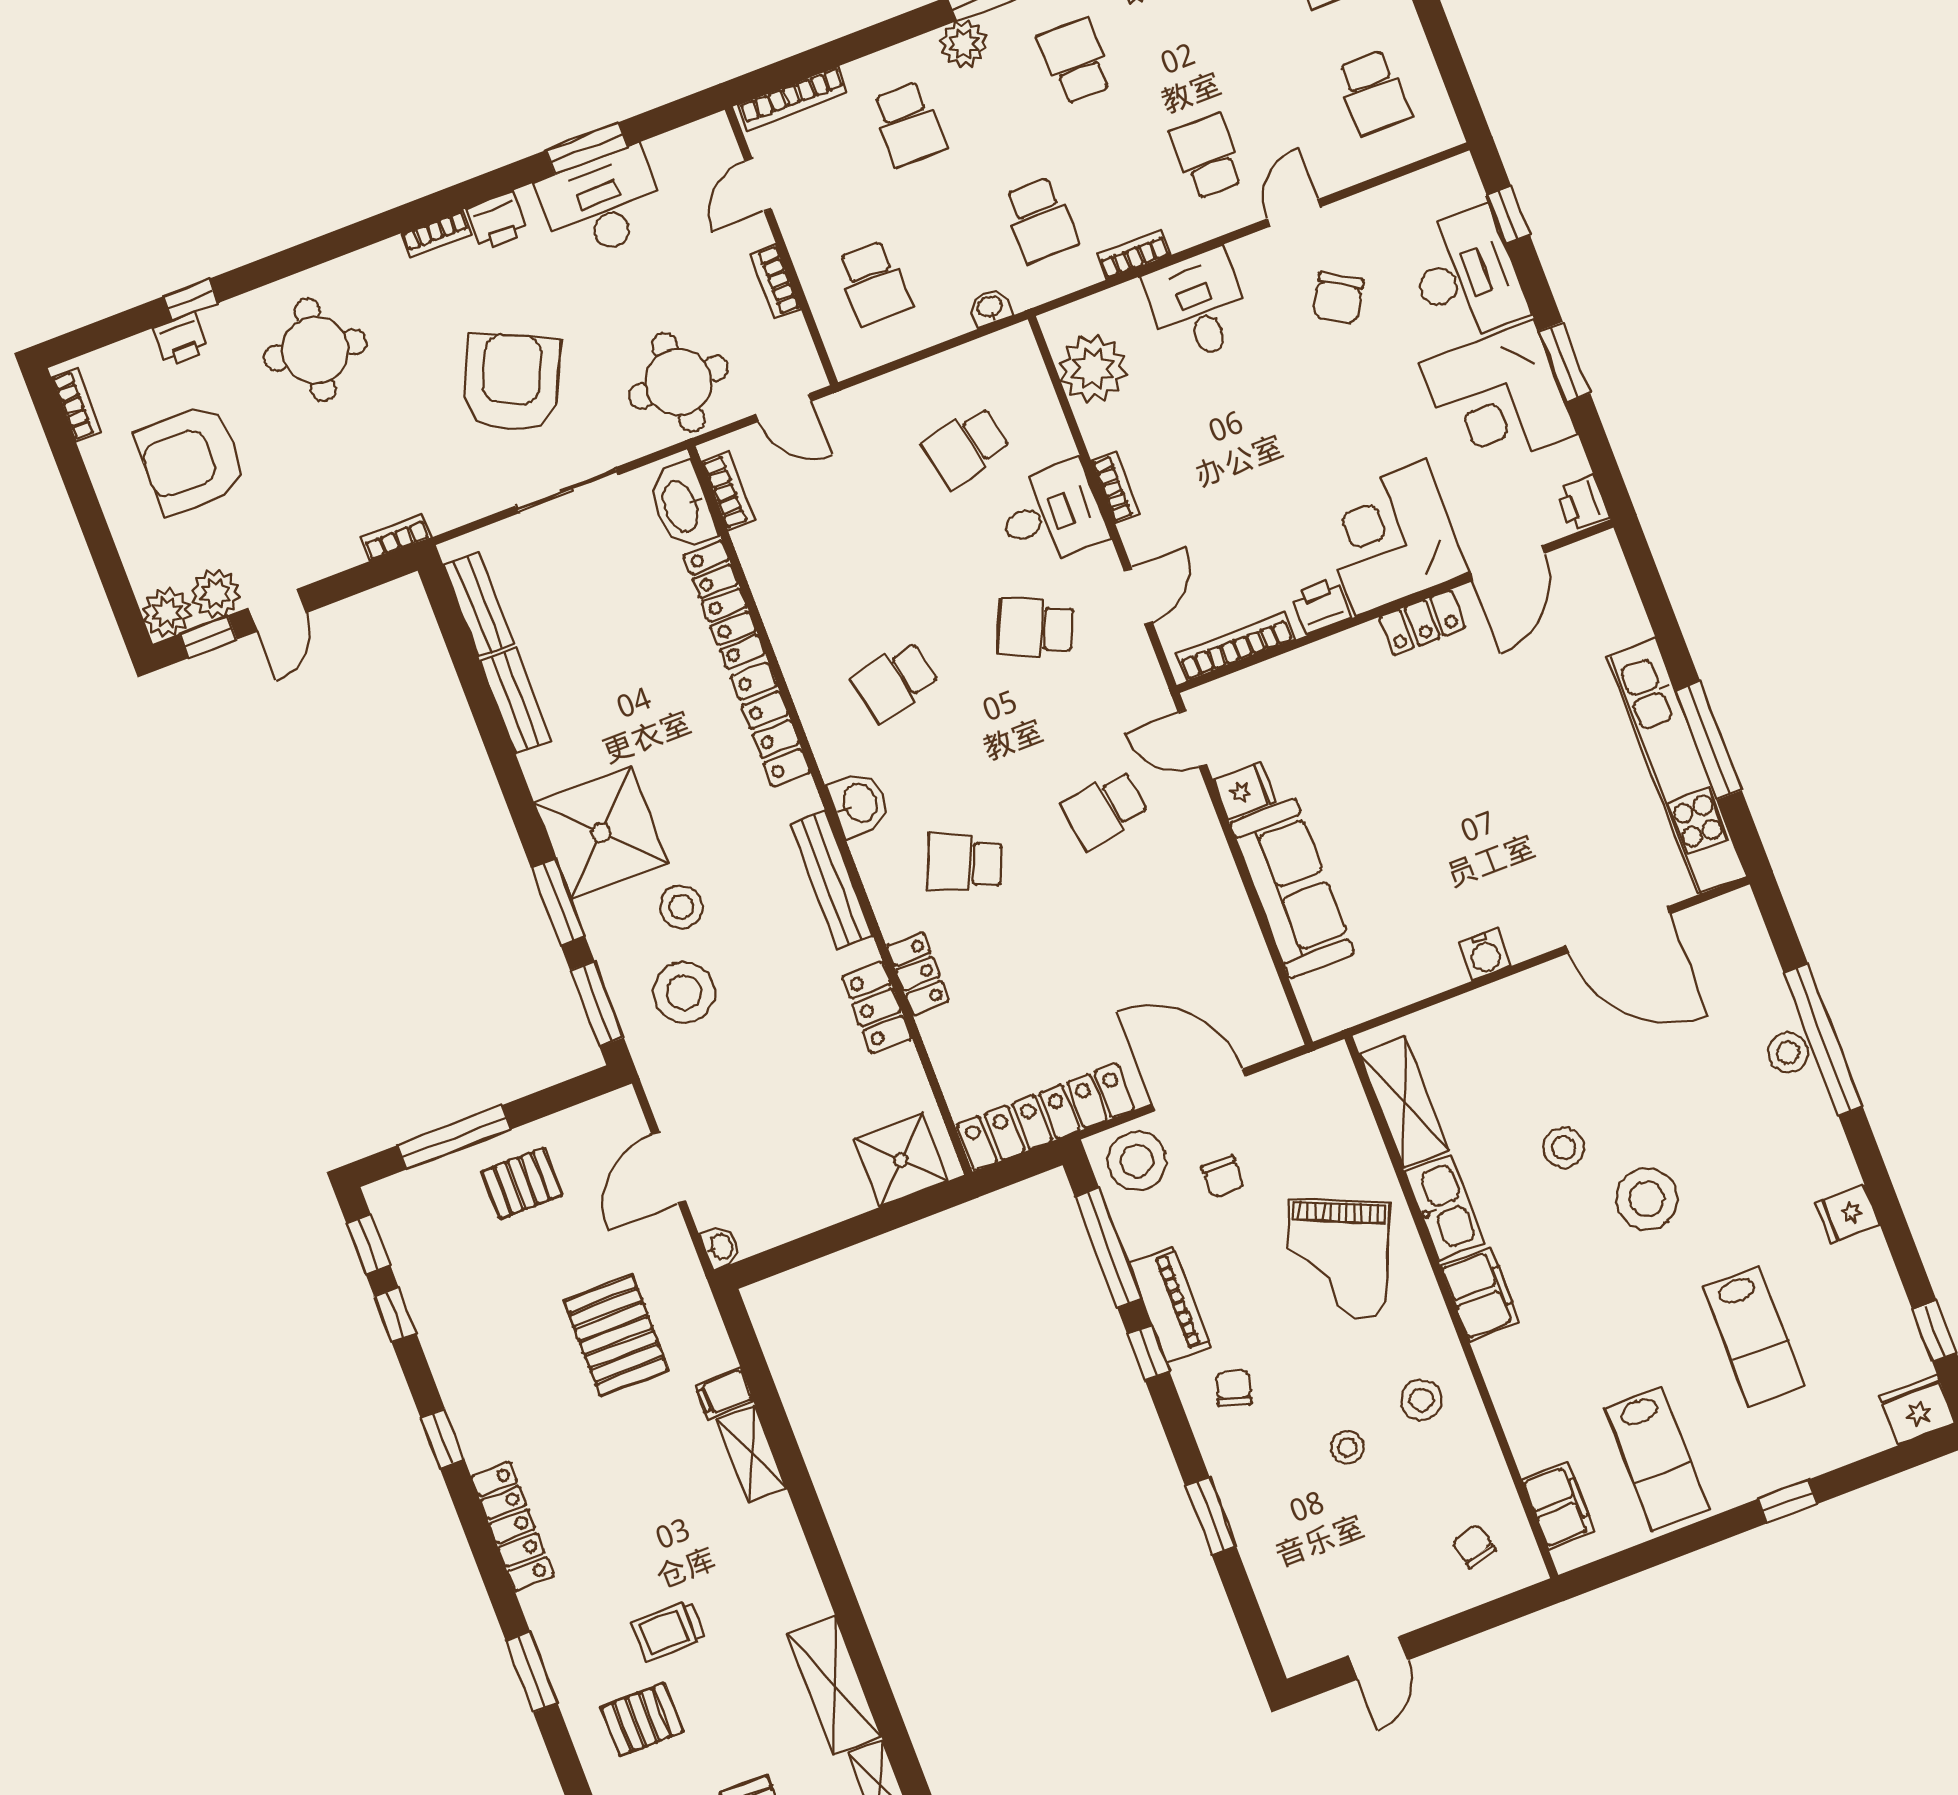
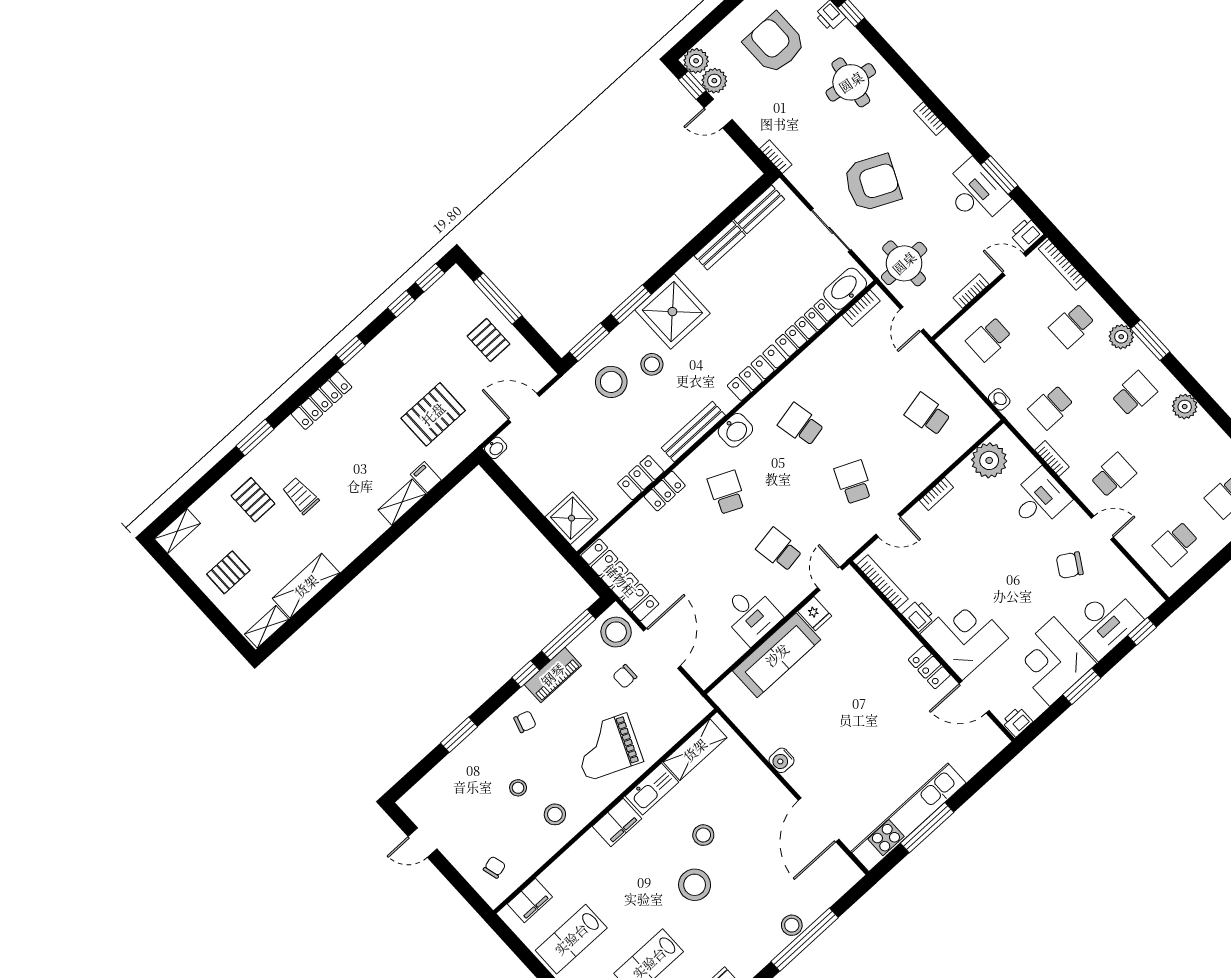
printer: (497, 221) -> (1027, 234), moved, turned 90
desk: (1051, 514) -> (751, 615), moved

